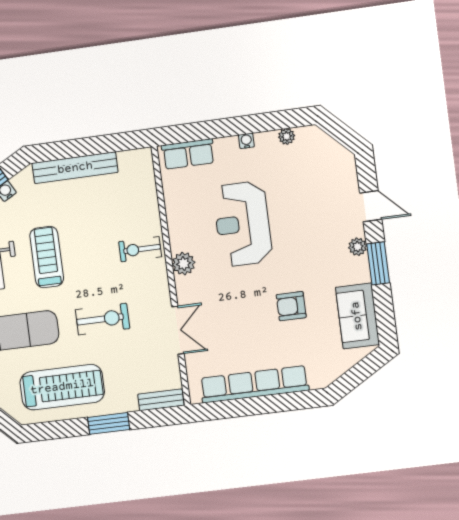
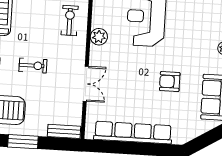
exercise bike: (140, 249) -> (70, 20), turned 90
exercise bike: (103, 319) -> (33, 66), width x0.73, depth x0.72

